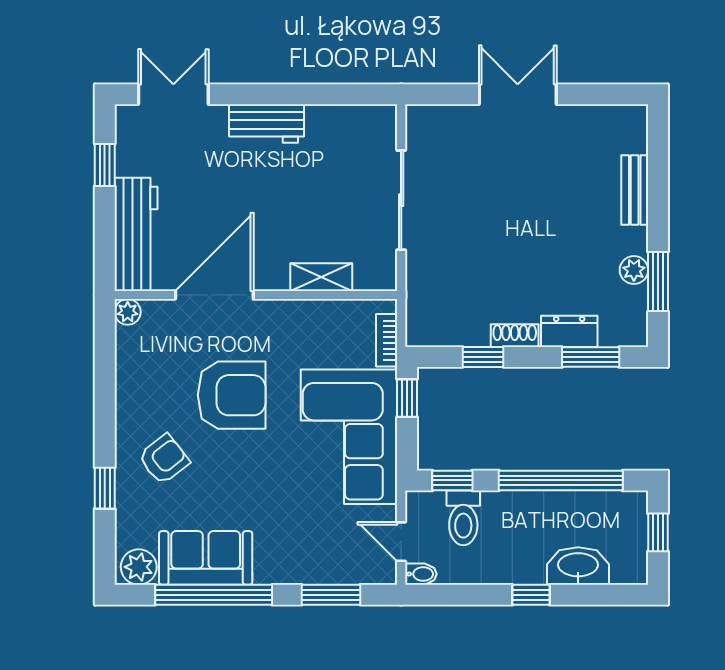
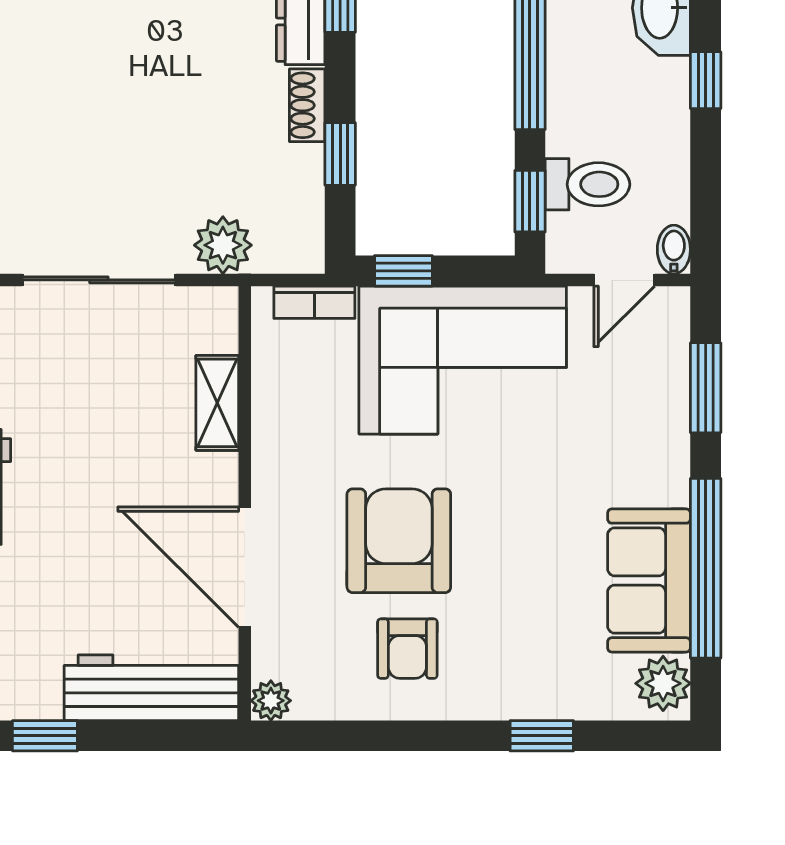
plant: (424, 281) -> (223, 245), added
armchair: (164, 459) -> (407, 649), moved, turned -142

